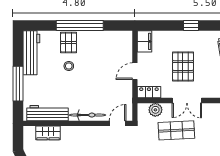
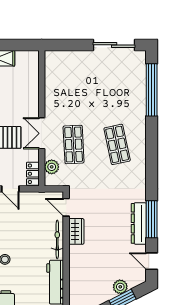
double door: (187, 101) -> (42, 133), swing flipped
wardrobe: (48, 133) -> (76, 231), moved

